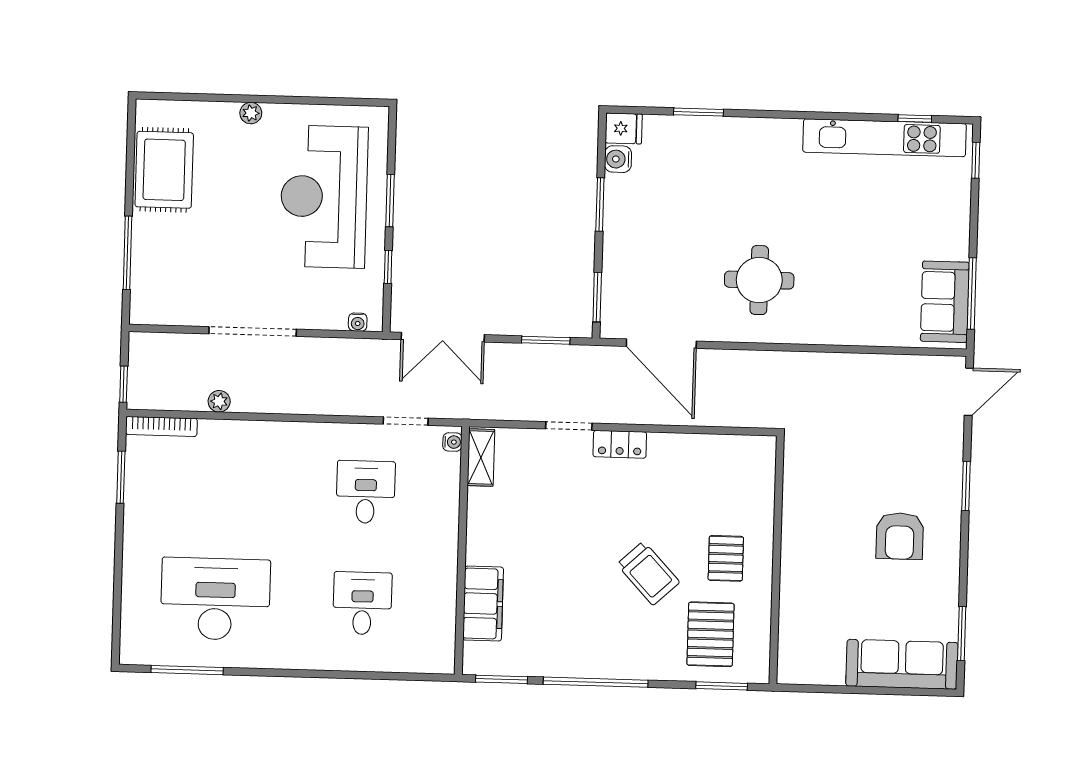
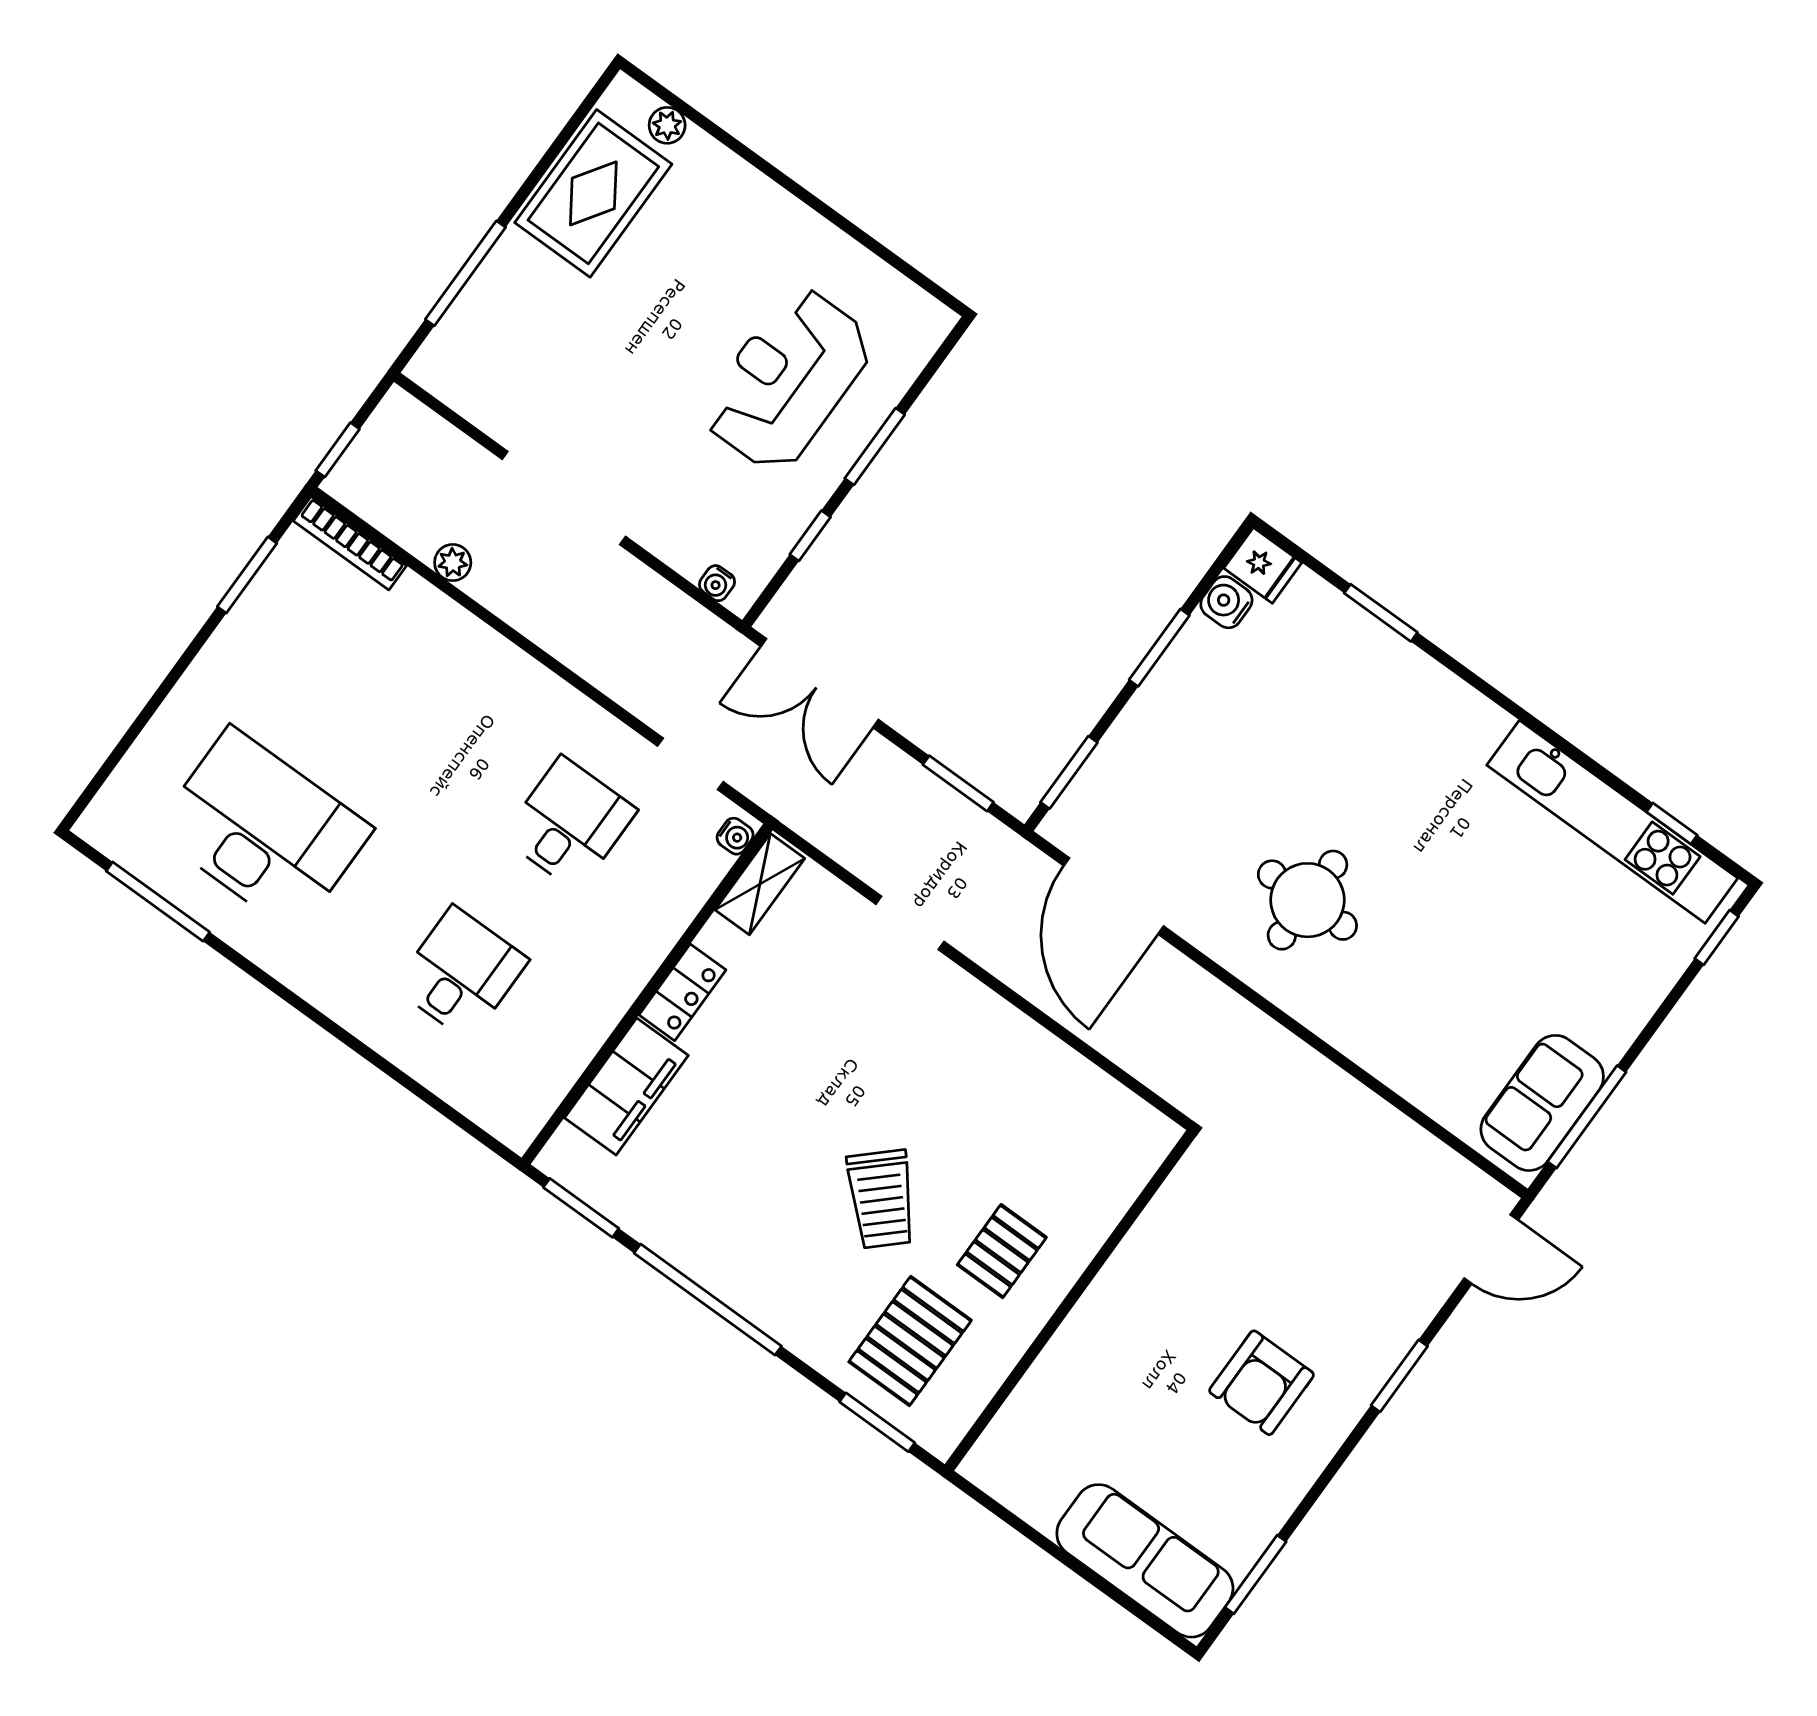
plant: (251, 113) -> (667, 125), moved
reception desk: (324, 197) -> (788, 379), width x0.74, depth x0.77
locker: (620, 444) -> (682, 992), moved, turned -90

